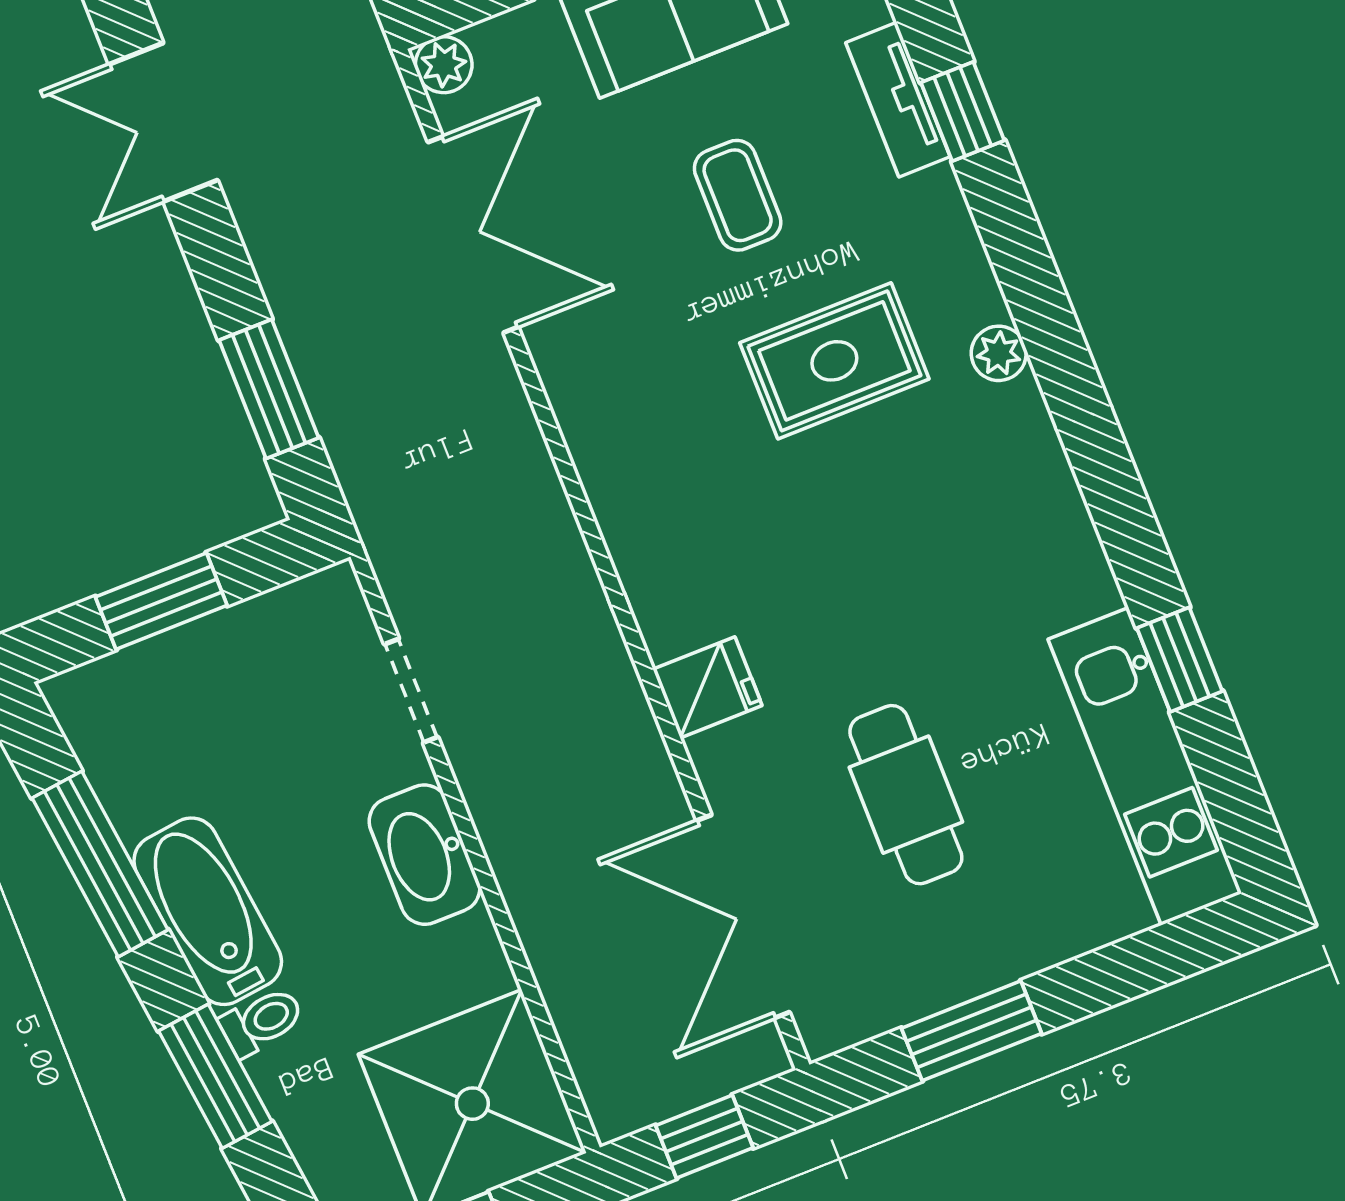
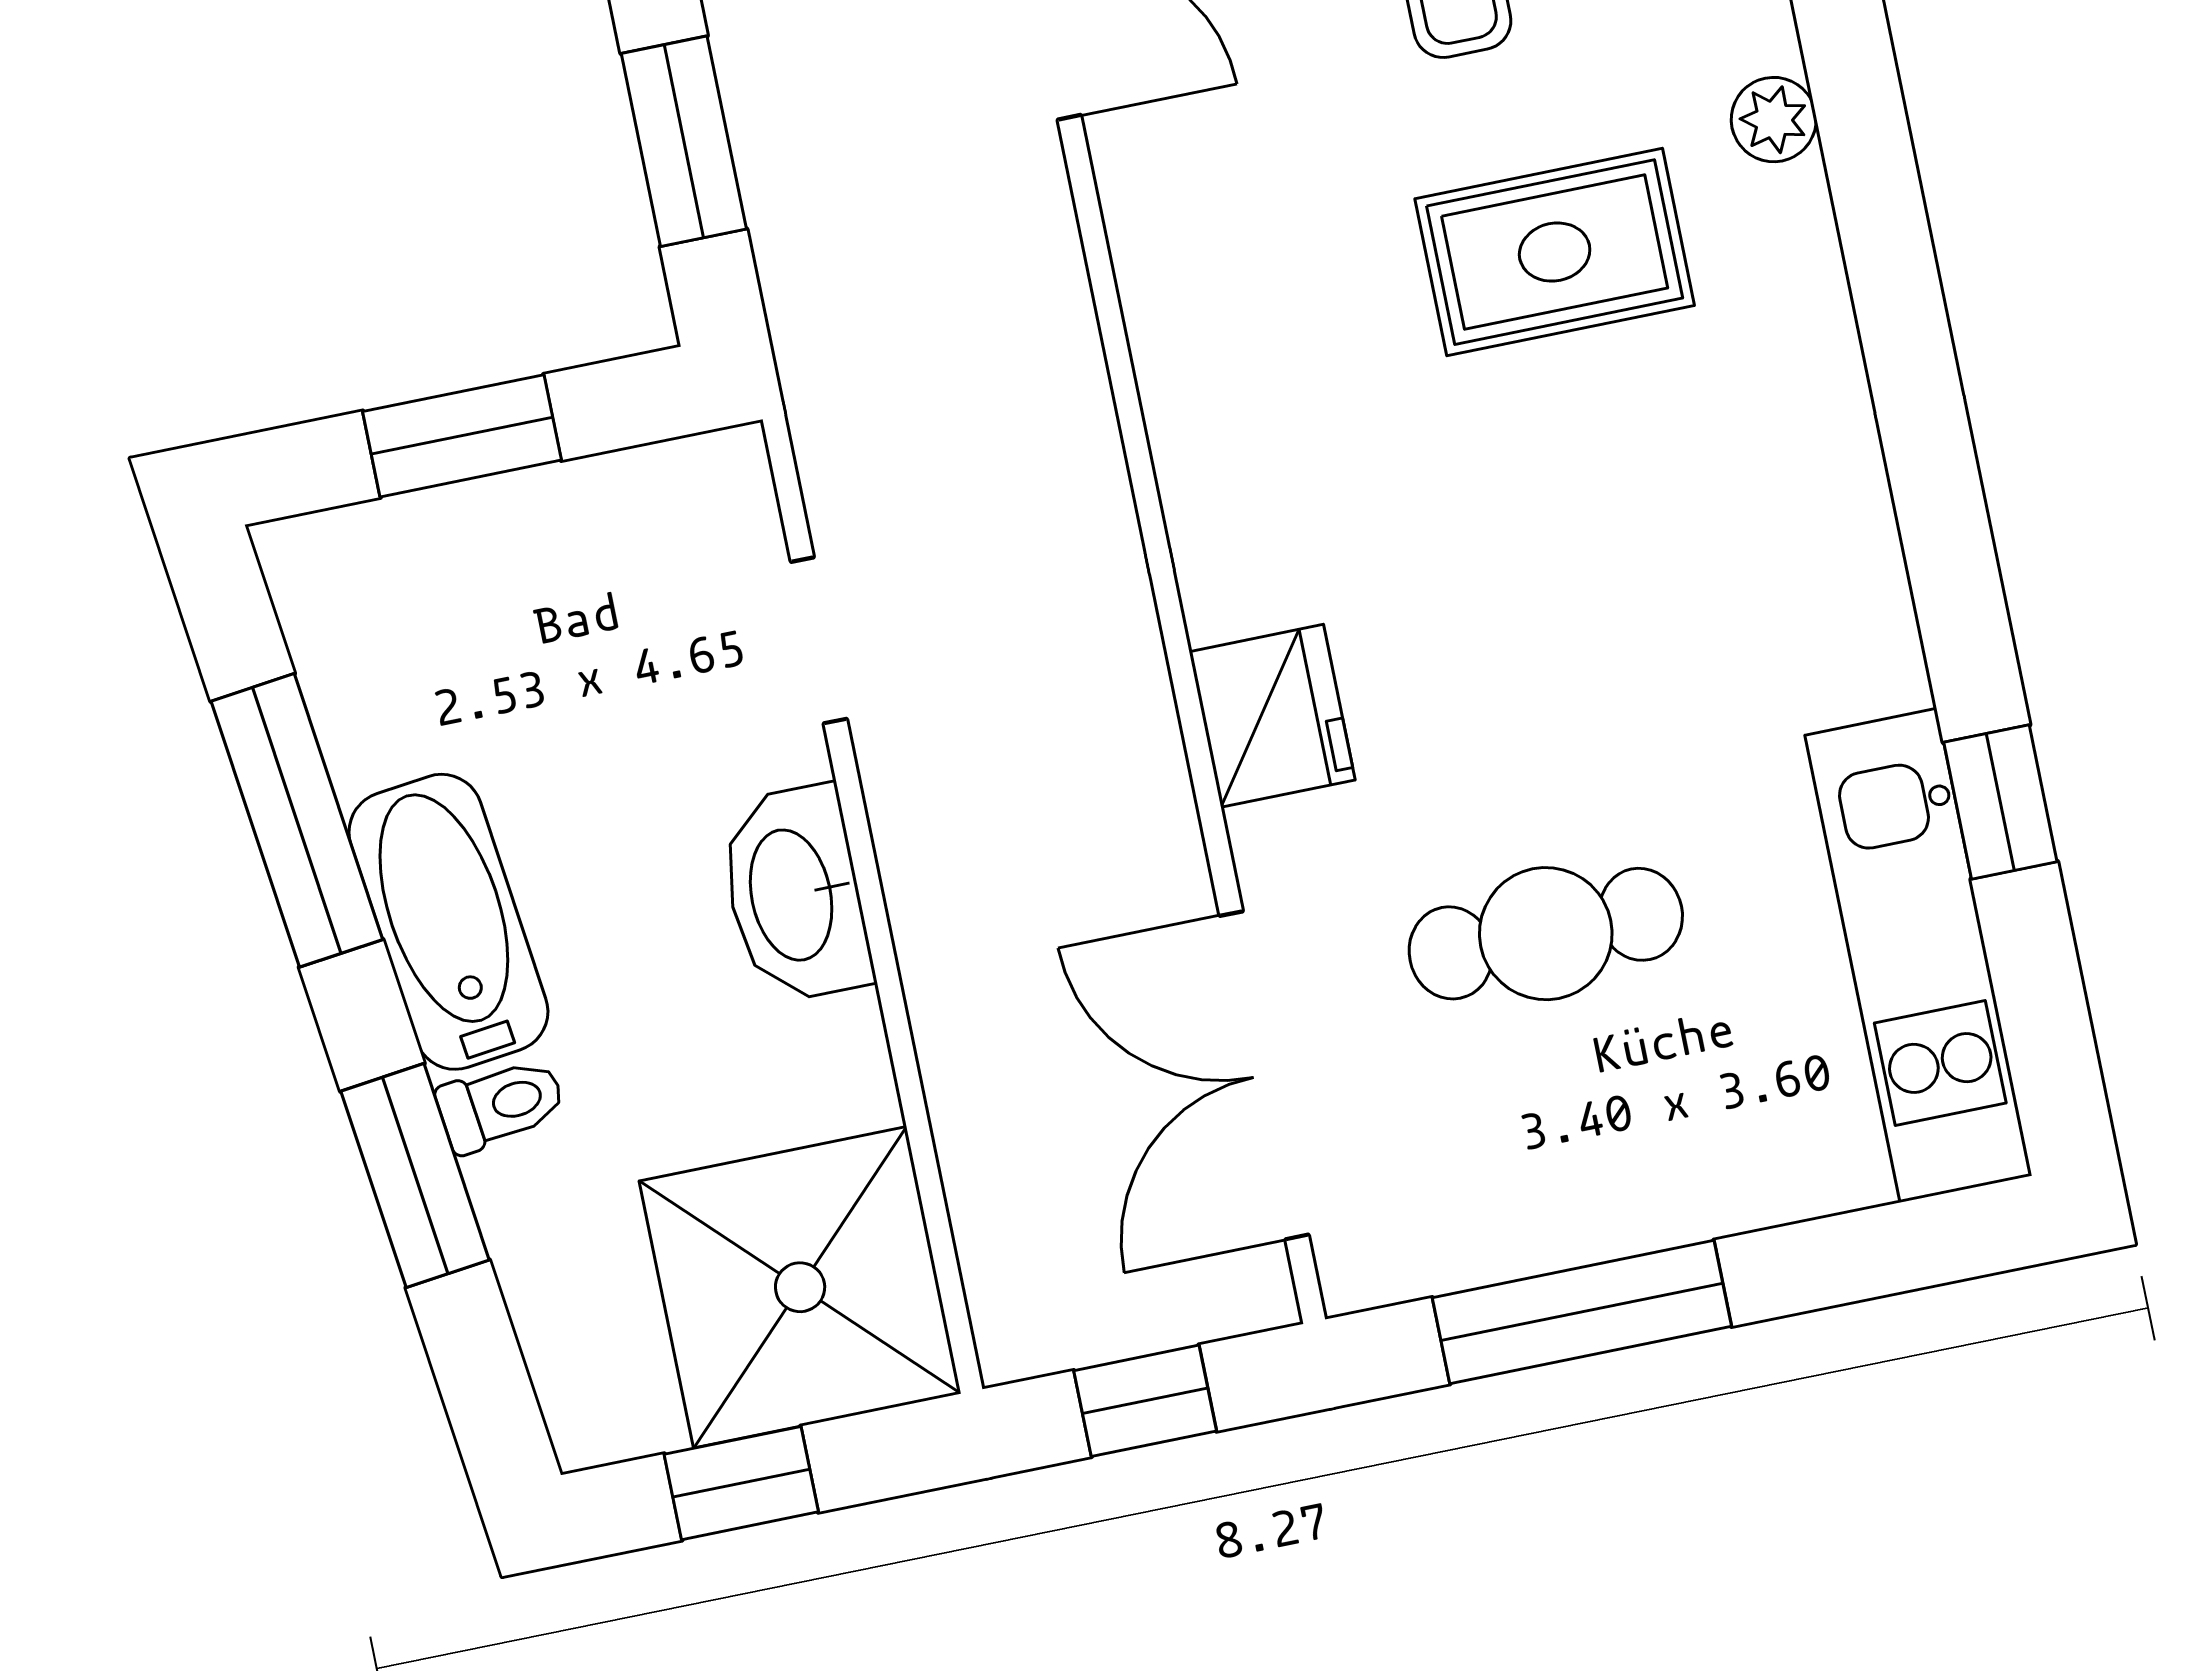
plant: (999, 353) -> (1774, 120), moved
fridge: (707, 687) -> (1272, 716), width x1.38
cafe table: (906, 795) -> (1546, 934), turned 90
window: (972, 1031) -> (1582, 1312), width x1.44

